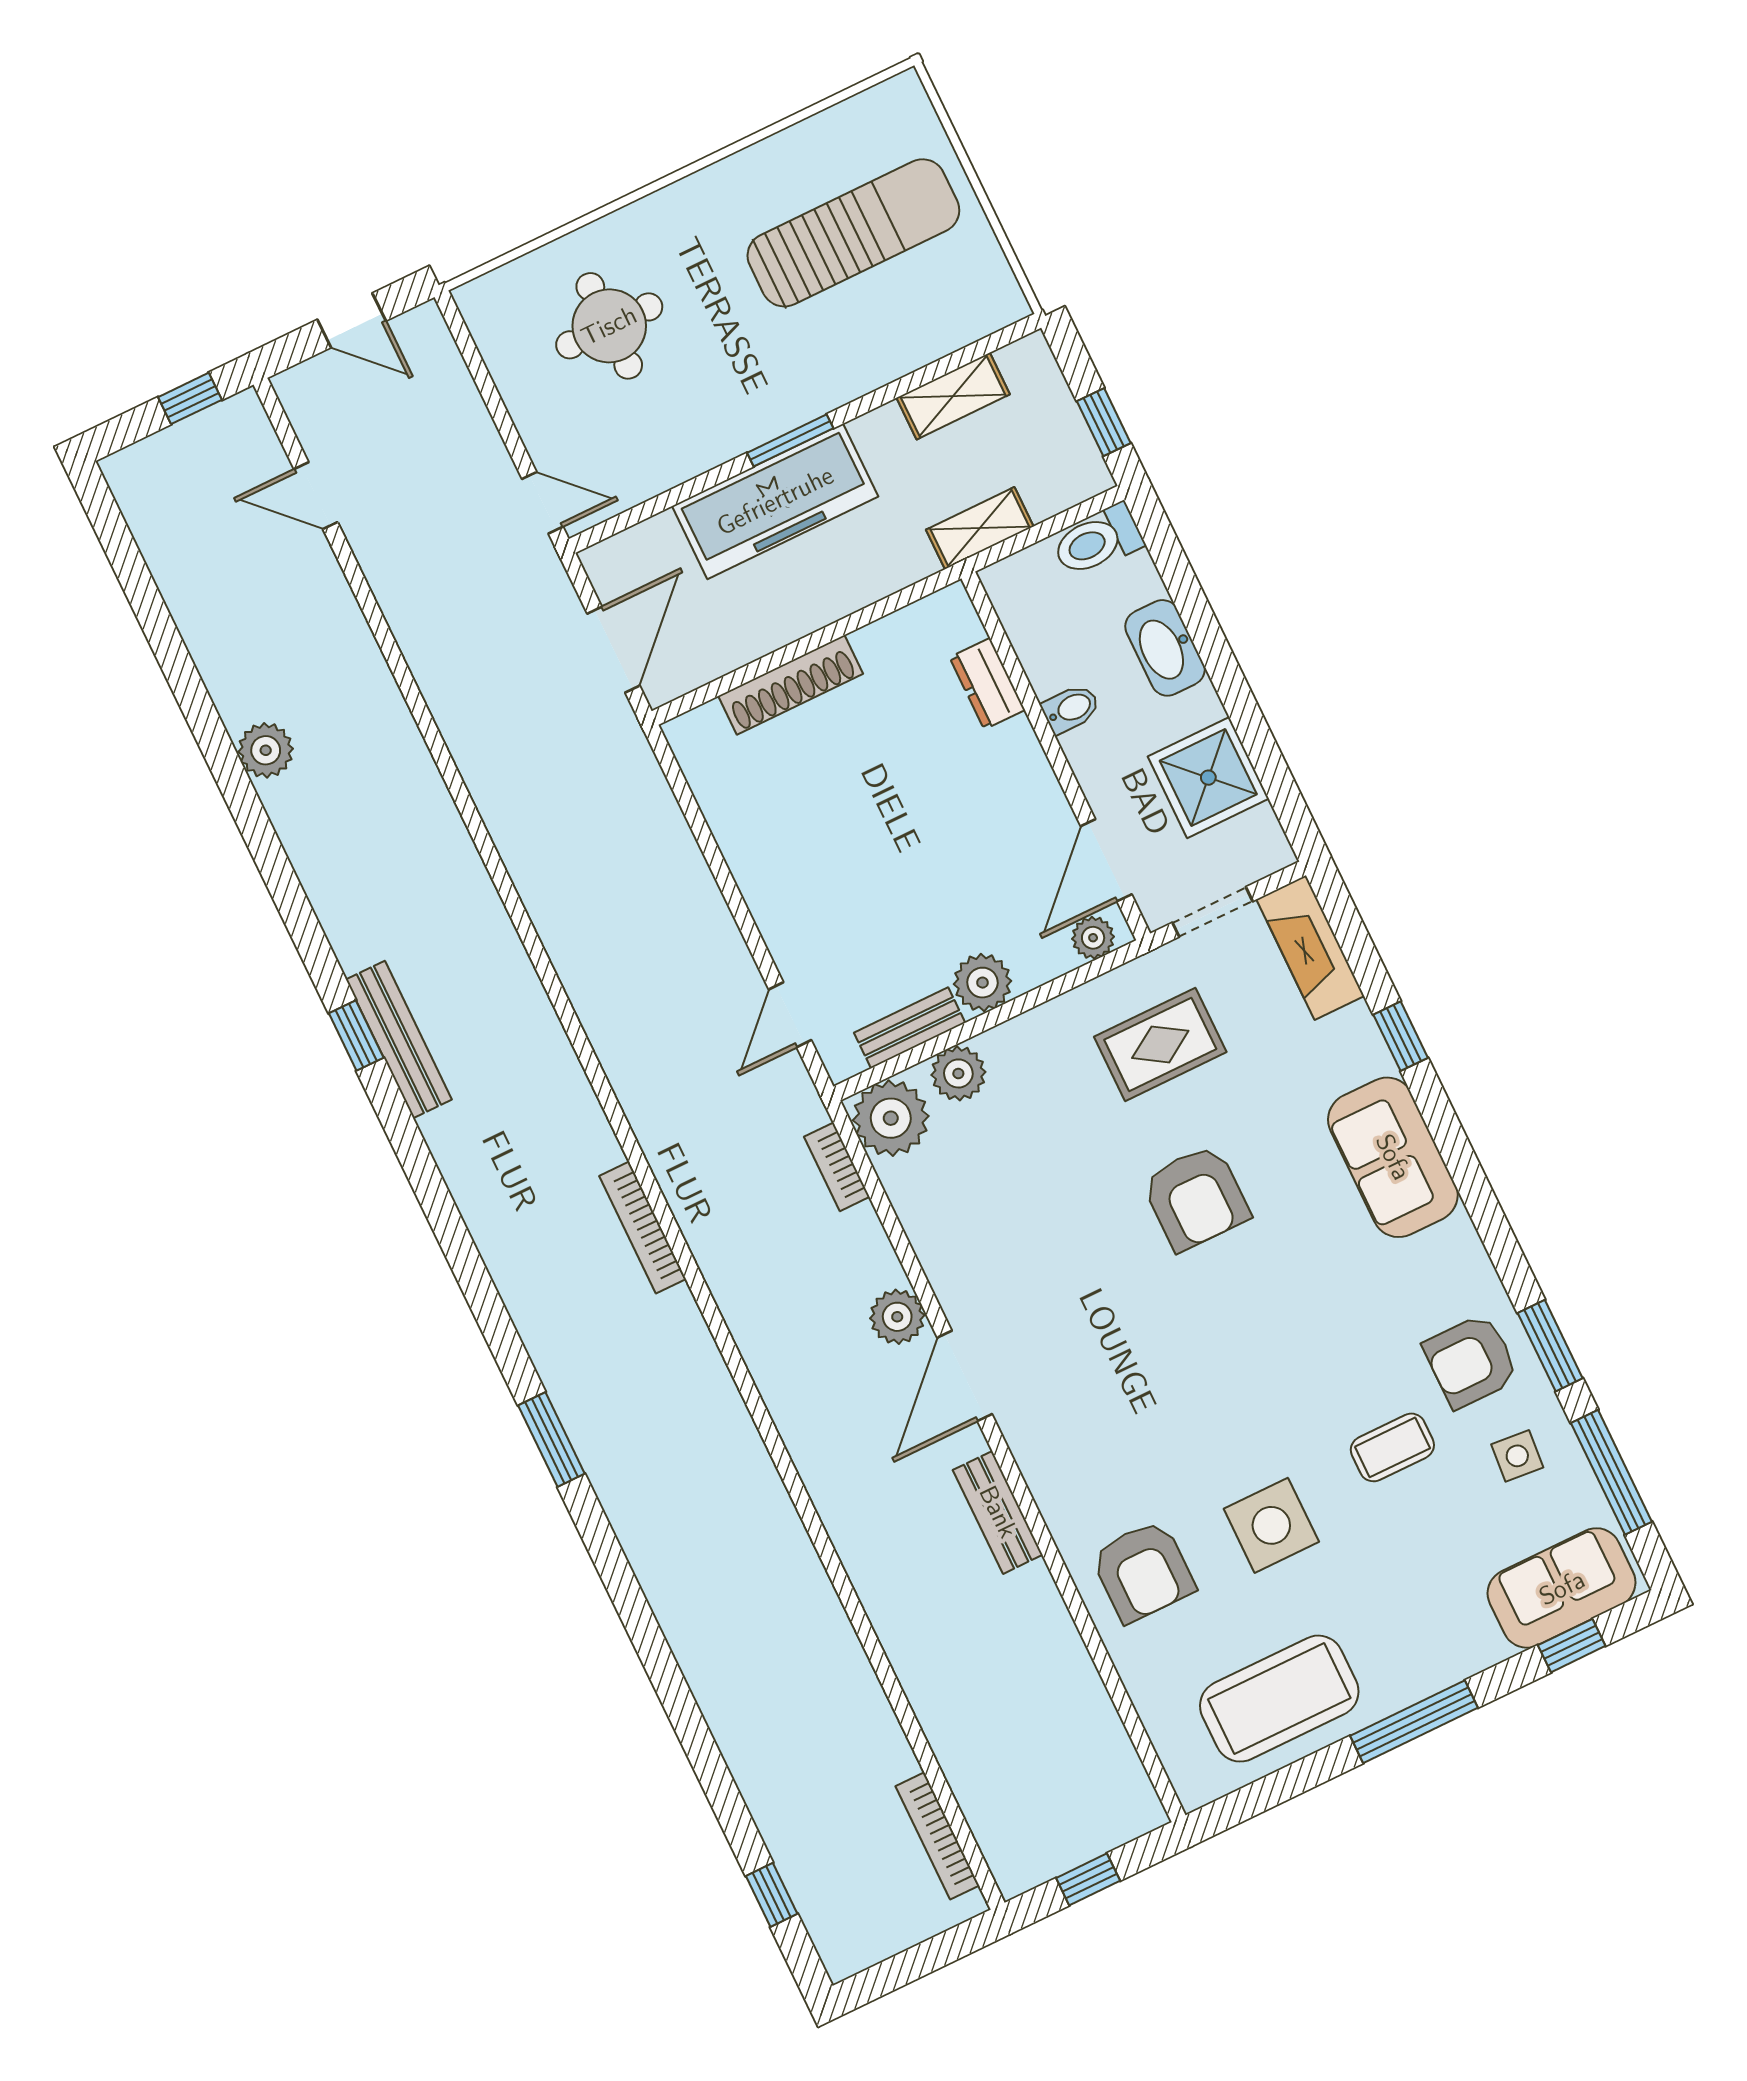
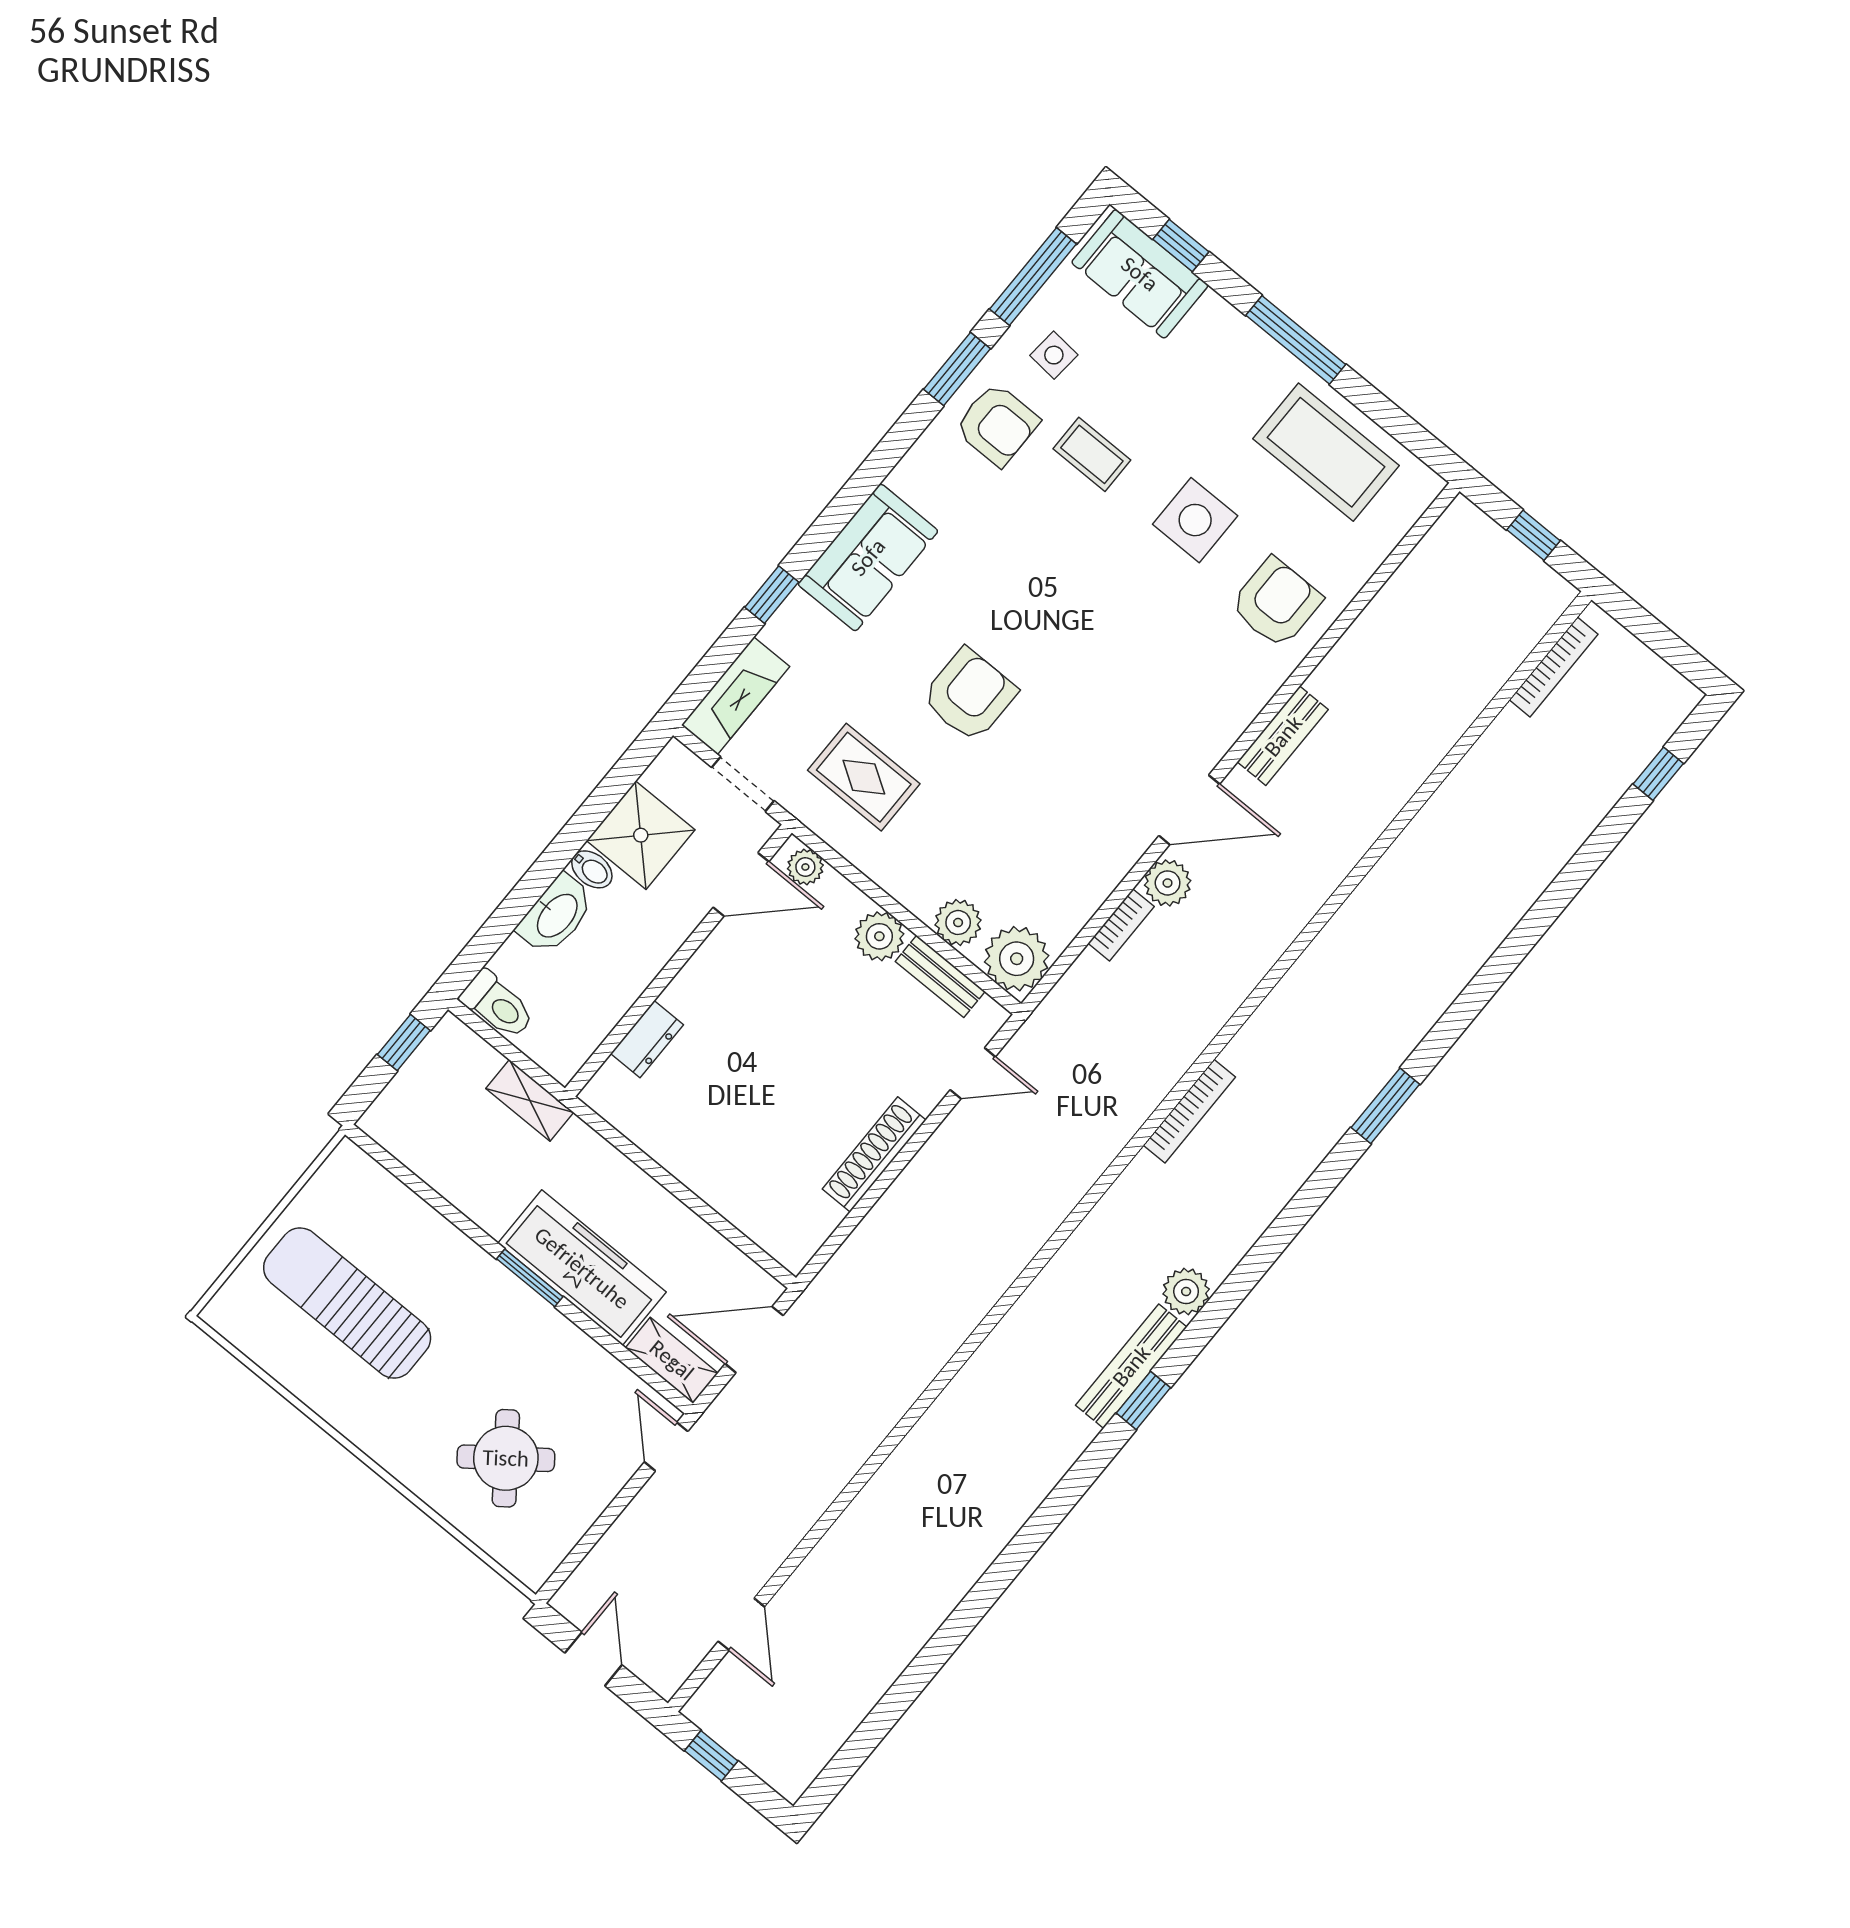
round table: (609, 326) -> (506, 1458), turned -37
shelving: (953, 396) -> (672, 1360), moved
shoe rack: (791, 685) -> (874, 1154), moved, turned -90
bidet: (1071, 709) -> (592, 869), moved, turned 180
plant: (266, 750) -> (1186, 1292), moved
bookcase: (837, 1167) -> (1121, 925), moved

